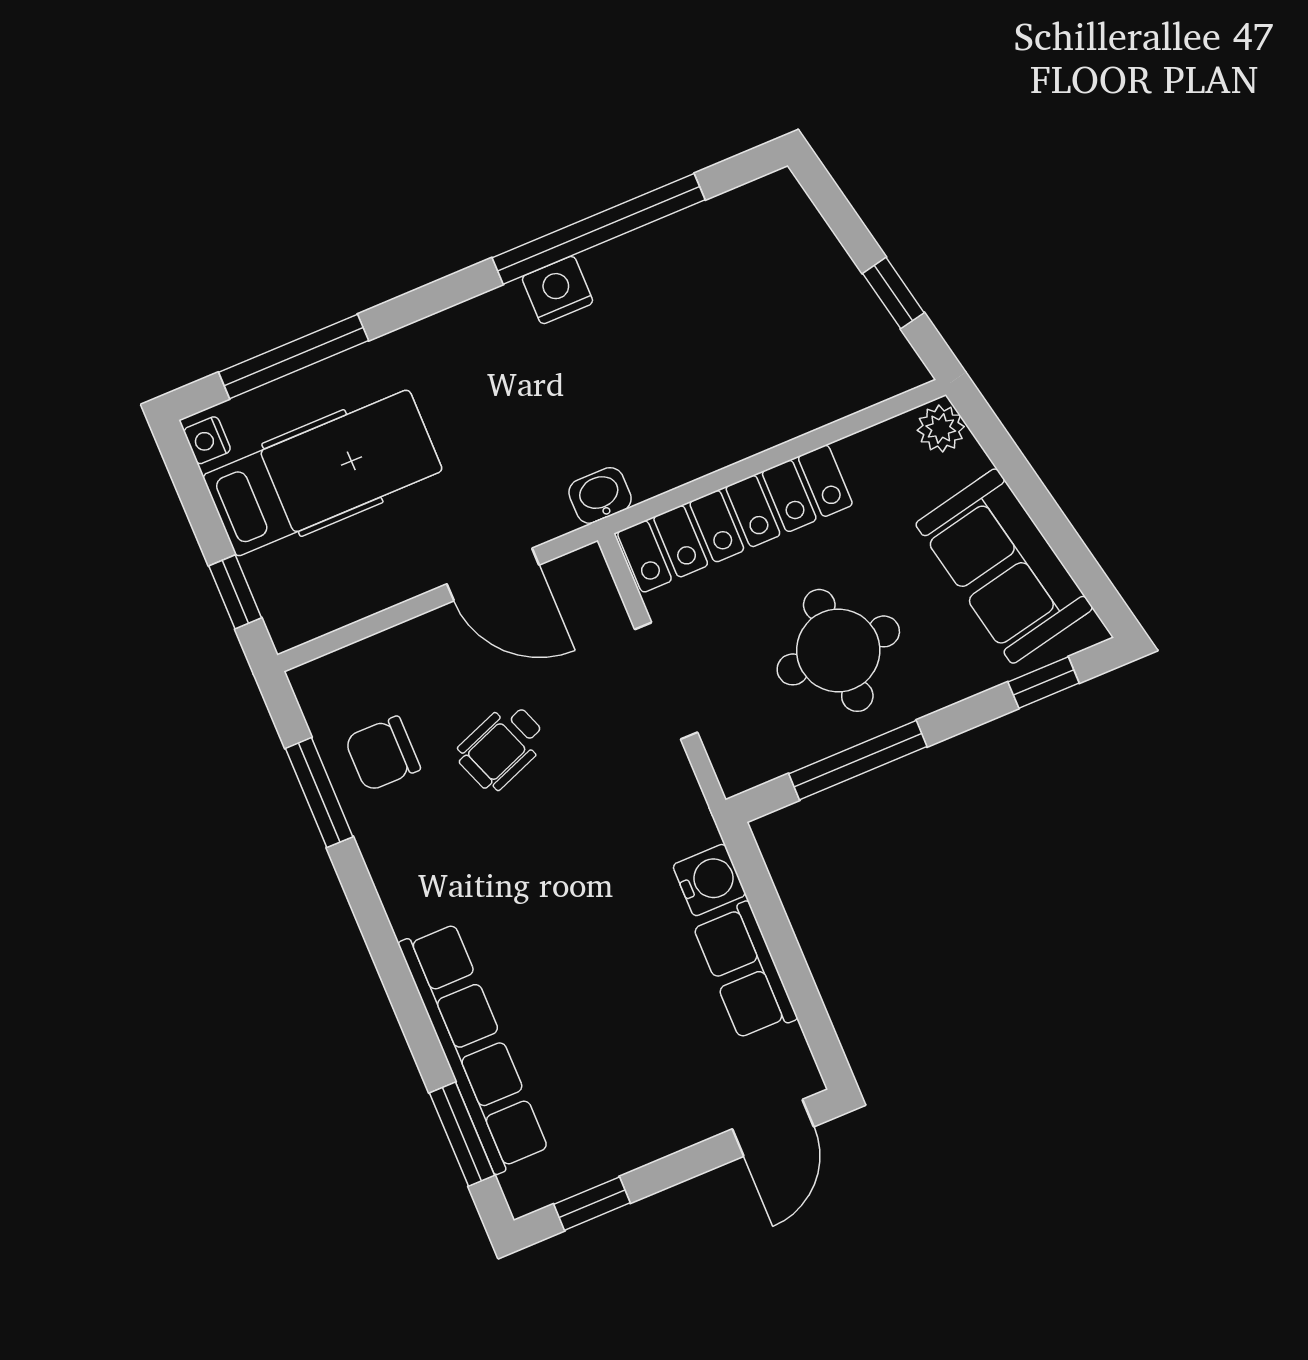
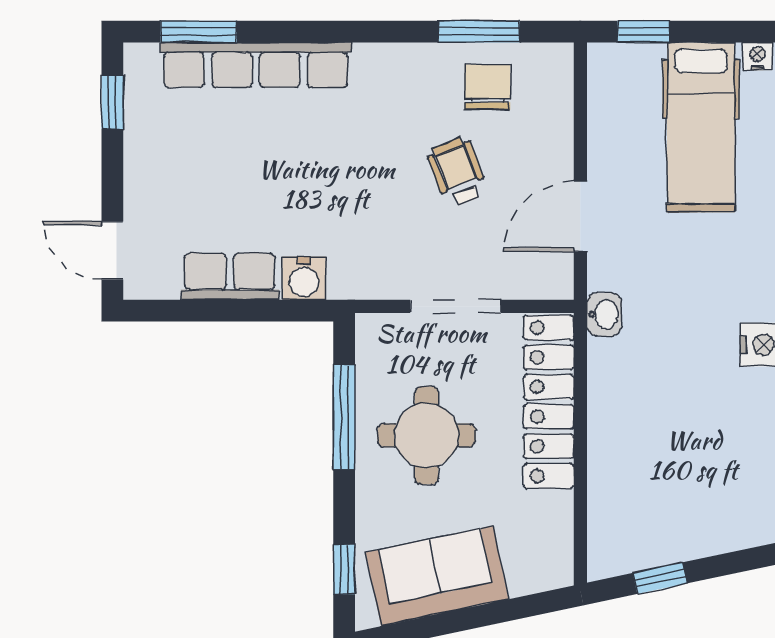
plant: (941, 429) -> (551, 572), removed

